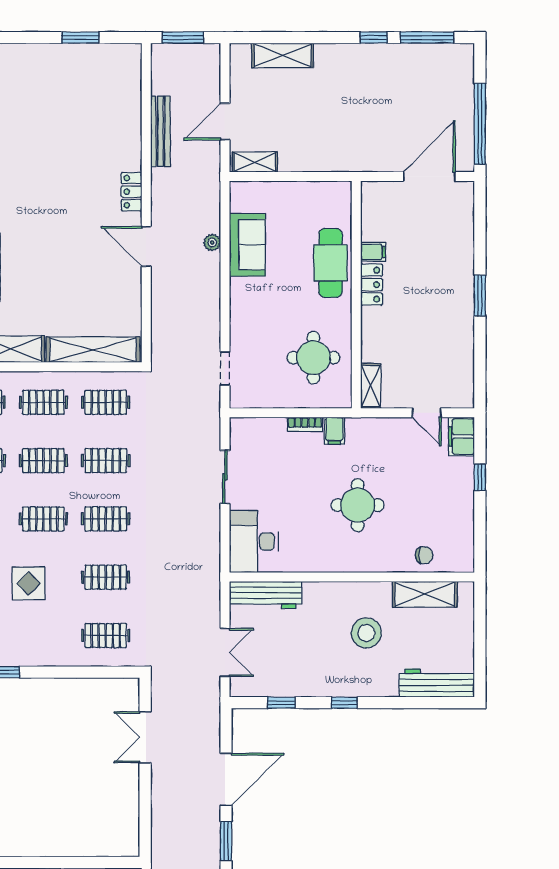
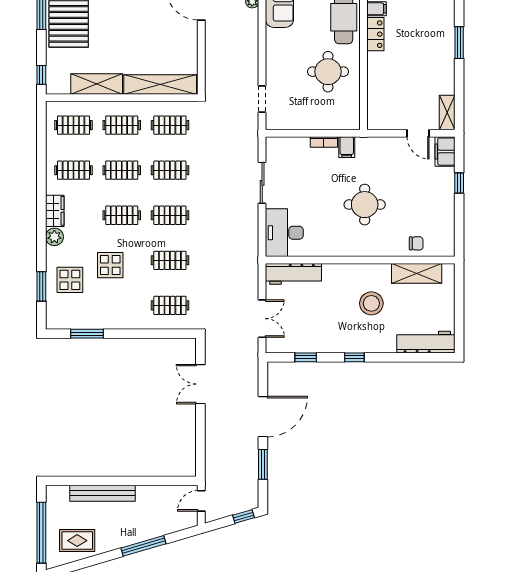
round table: (313, 358) -> (328, 72), moved
shelving: (371, 386) -> (447, 112), moved

